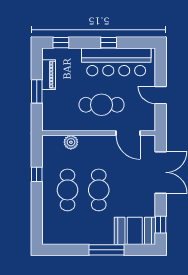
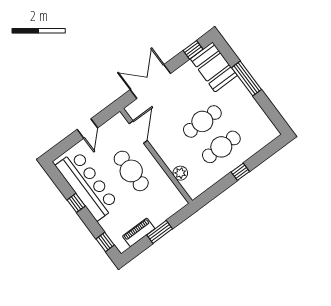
window: (37, 174) -> (240, 172), moved

